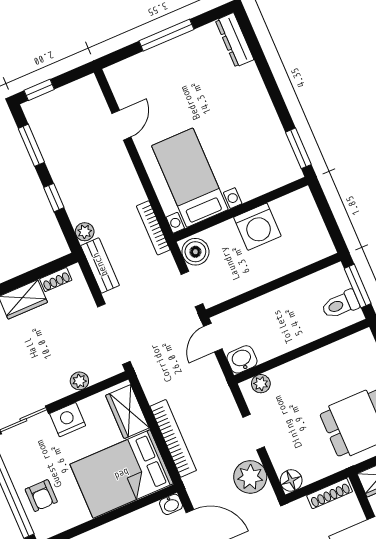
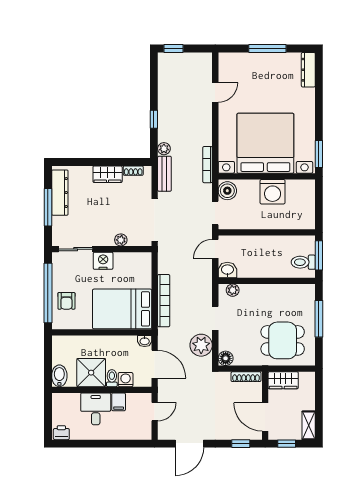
window: (31, 145) -> (154, 81), removed
bed with nightstands: (190, 178) -> (265, 143), width x1.85
wardrobe: (127, 412) -> (142, 272), removed

